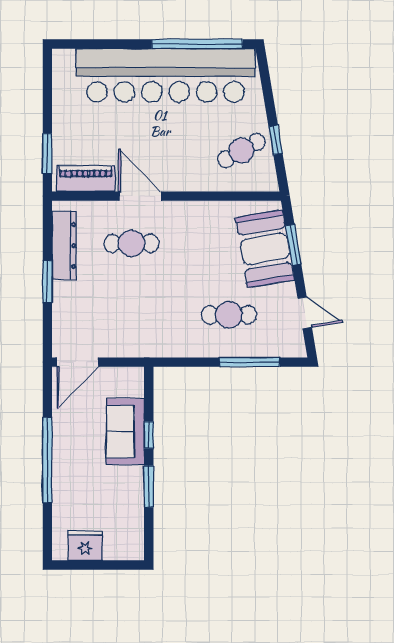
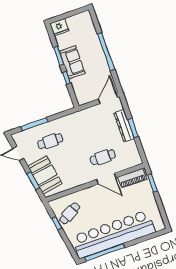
dresser: (64, 246) -> (124, 126), moved
sofa: (125, 432) -> (72, 62), moved
fridge: (85, 546) -> (59, 27), moved

